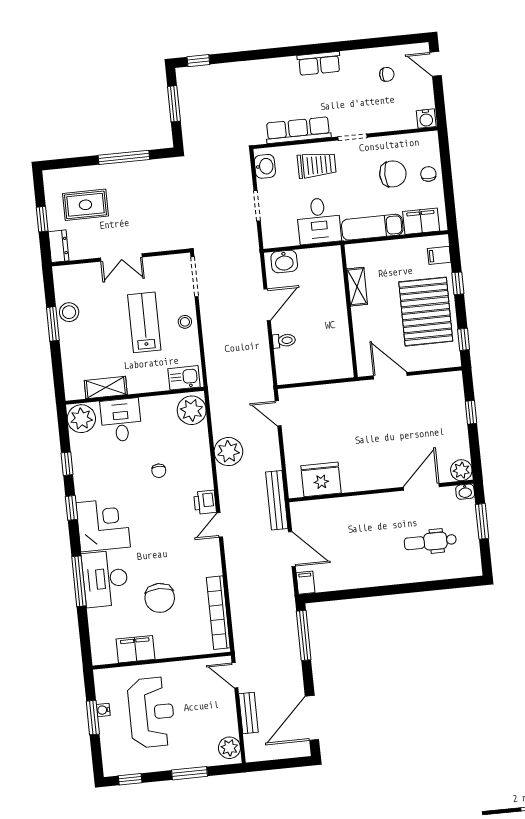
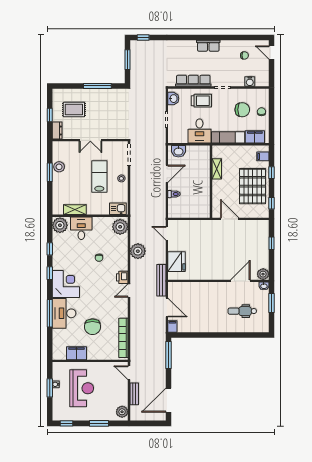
water cooler: (426, 119) -> (250, 82), moved
fridge: (321, 479) -> (176, 262), moved, turned 90

